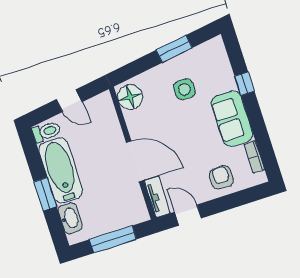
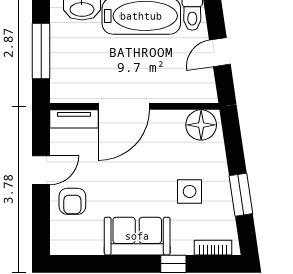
bookcase: (254, 157) -> (213, 248), moved
armchair: (221, 177) -> (72, 201), turned 90
door: (188, 215) -> (41, 170), moved

